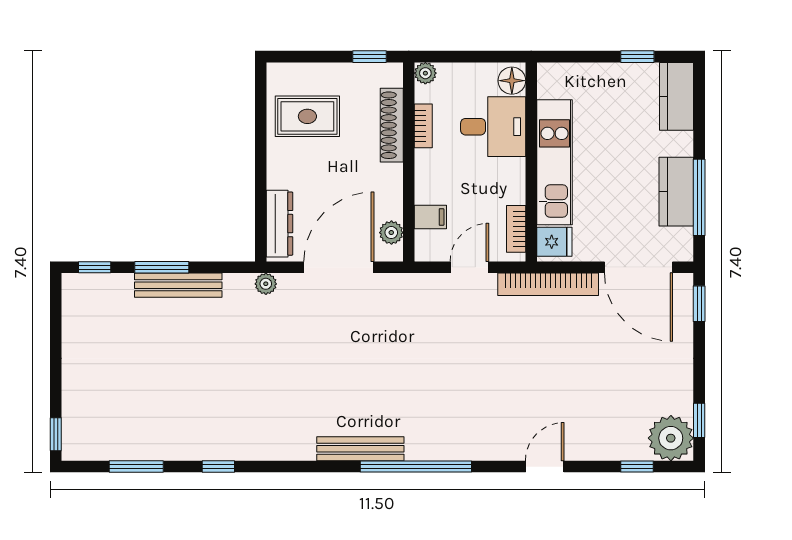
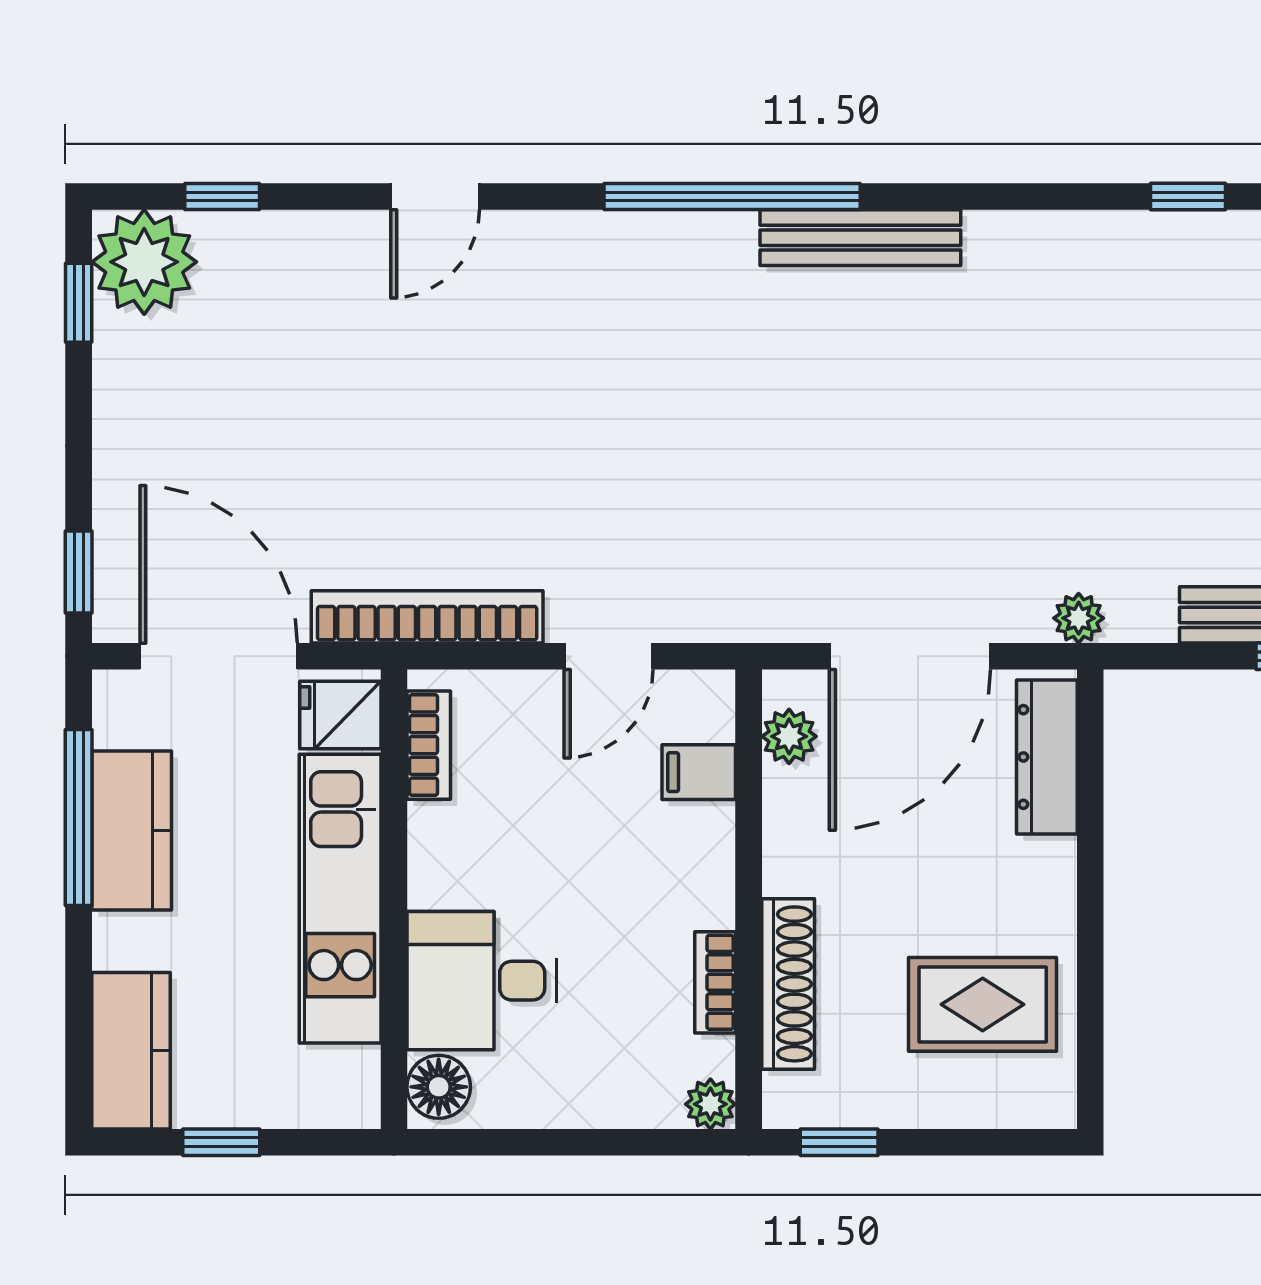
floor lamp: (512, 81) -> (439, 1087), moved
desk: (493, 127) -> (482, 981), moved
wall: (531, 162) -> (394, 899), moved
kitchen unit: (555, 162) -> (340, 899), moved
bookcase: (516, 229) -> (429, 745), moved
fridge: (554, 242) -> (340, 715), moved

